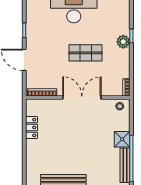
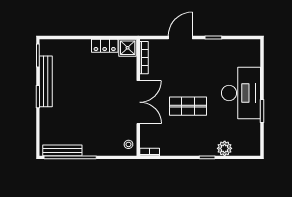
plant: (123, 42) -> (225, 148), moved
shop shelf: (86, 53) -> (188, 106), turned 90
shower: (122, 139) -> (128, 48), moved

